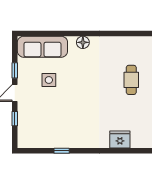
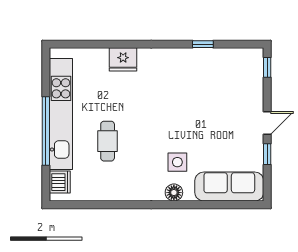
side table: (49, 80) -> (177, 162), moved
window: (15, 119) -> (267, 67), moved

